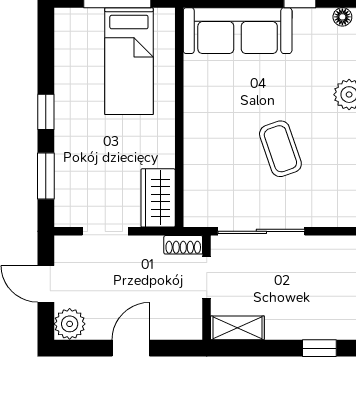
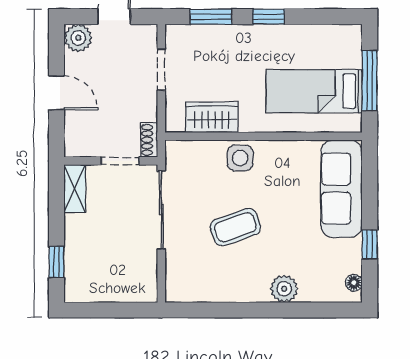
side table: (203, 144) -> (240, 158), added
wardrobe: (158, 198) -> (212, 117), moved

